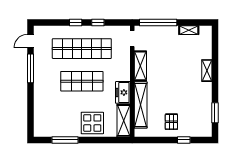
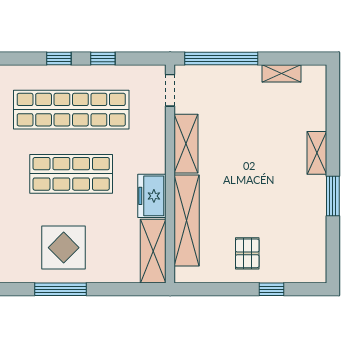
window: (215, 113) -> (333, 196), moved
display table: (92, 123) -> (64, 248), moved
window: (65, 140) -> (60, 289), moved

